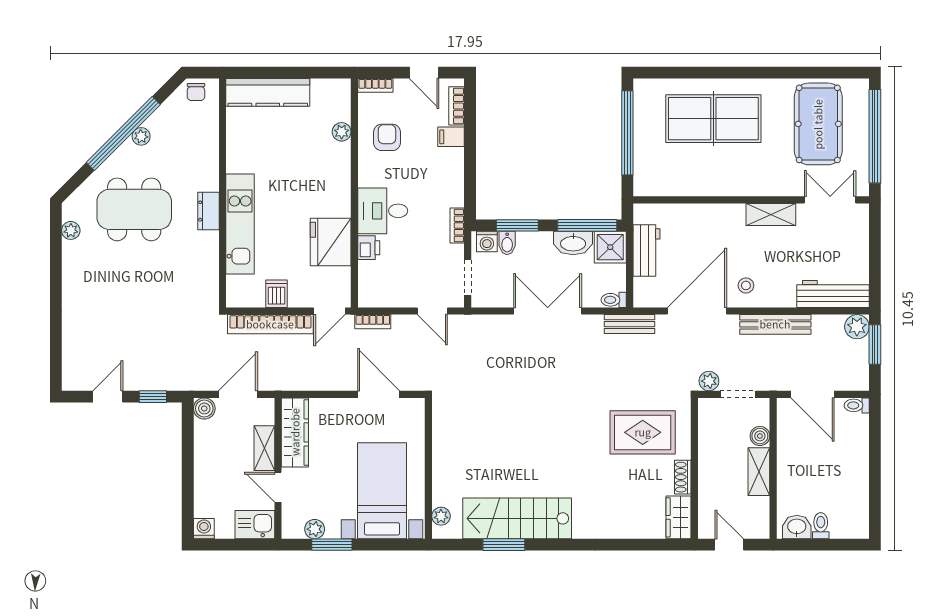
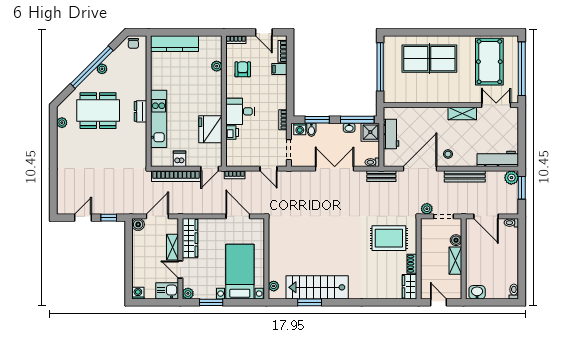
washbasin: (573, 243) -> (349, 128), width x0.52, depth x0.69
toilet: (821, 526) -> (514, 292), moved
plant: (315, 529) -> (188, 293), moved

